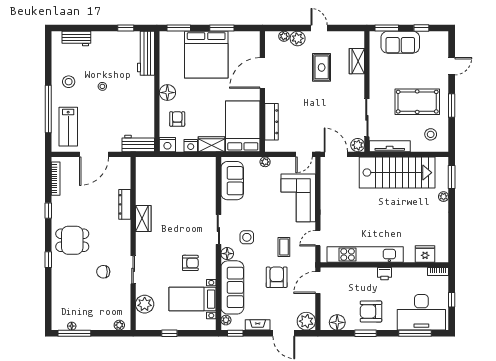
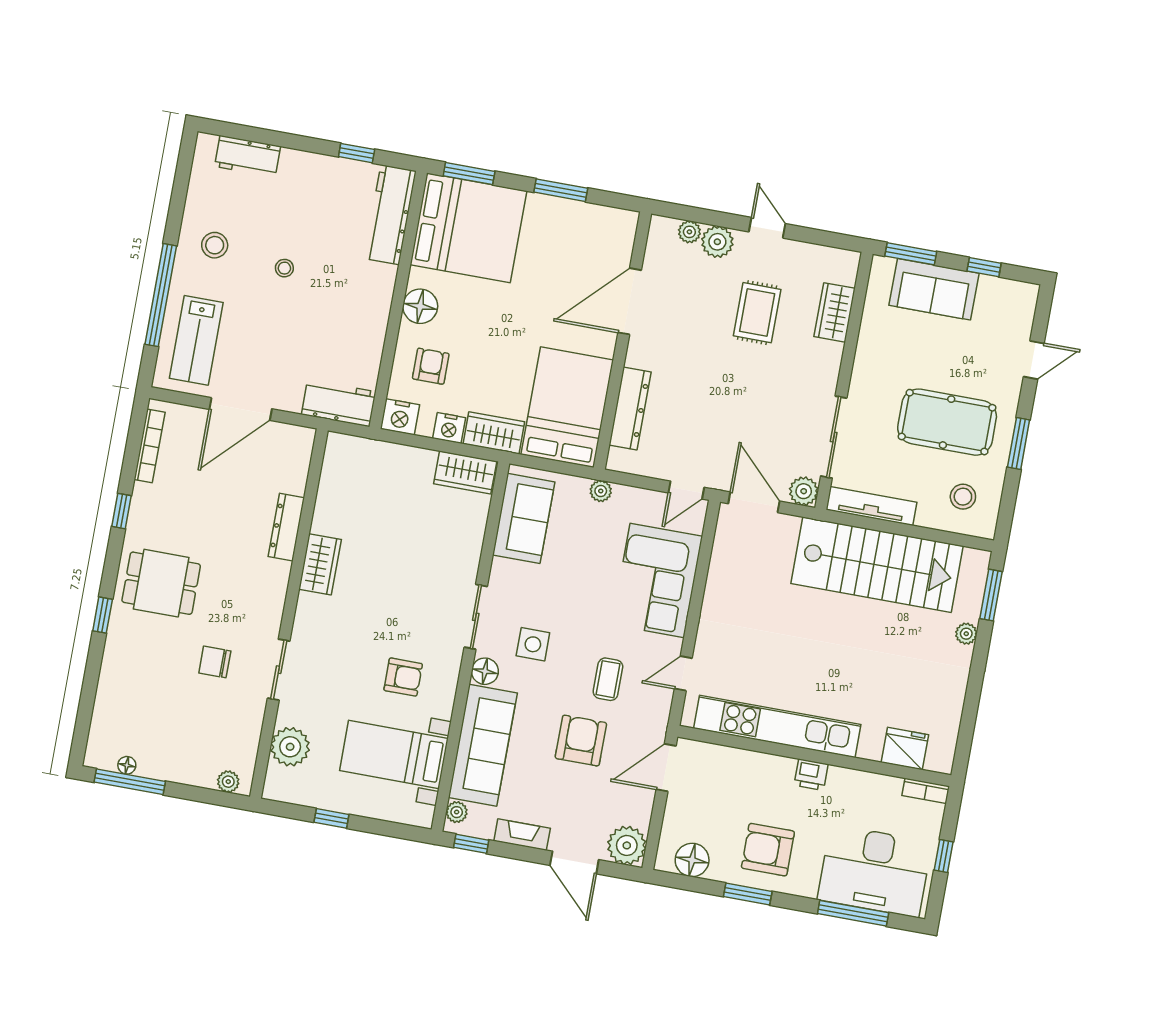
bed: (206, 55) -> (469, 228), moved, turned -90
wardrobe: (202, 165) -> (465, 472), added

